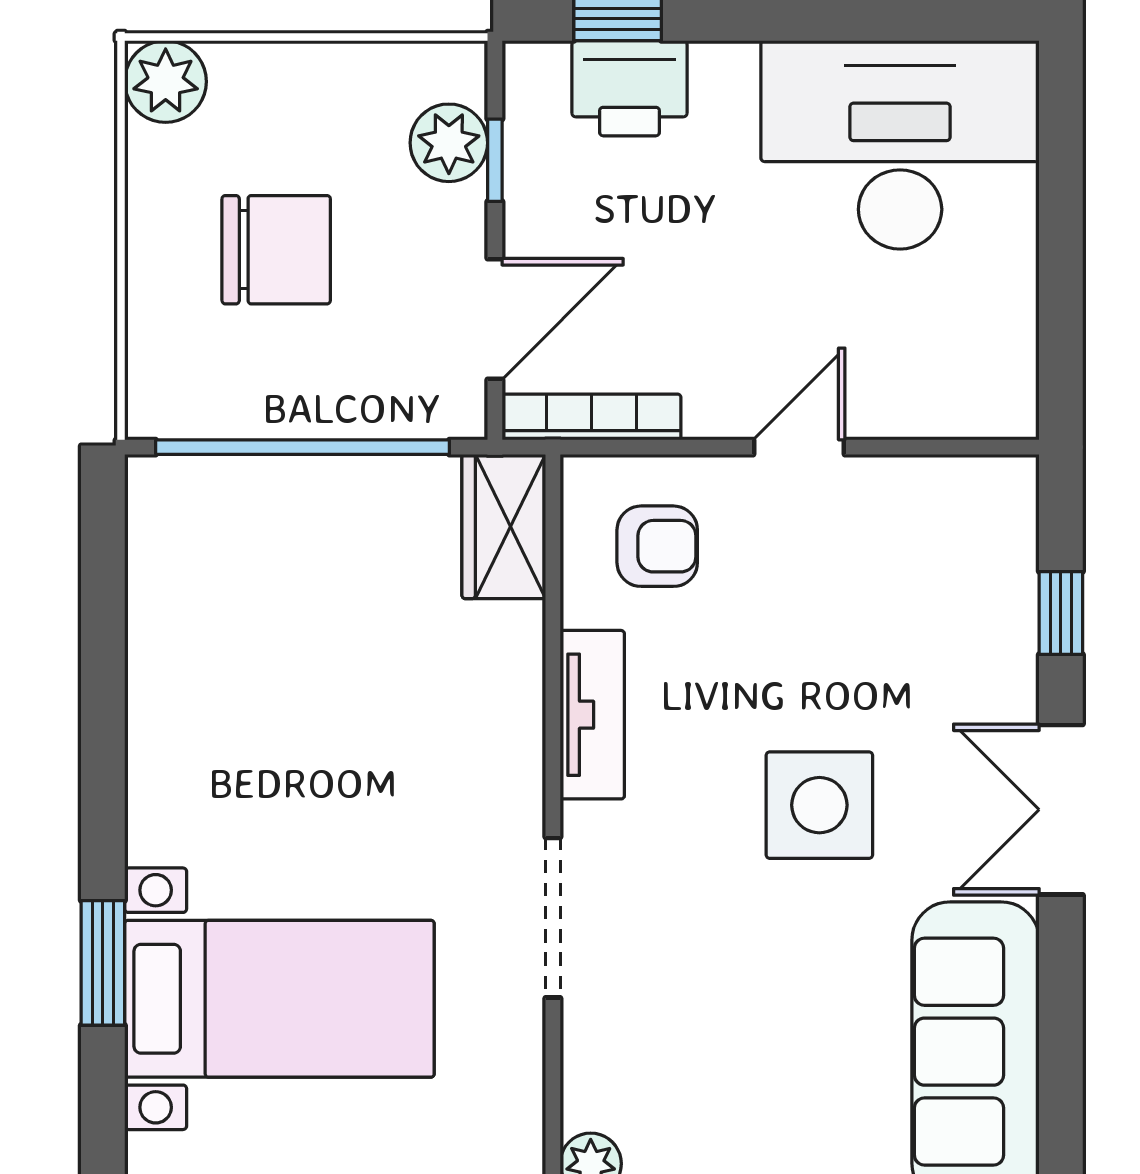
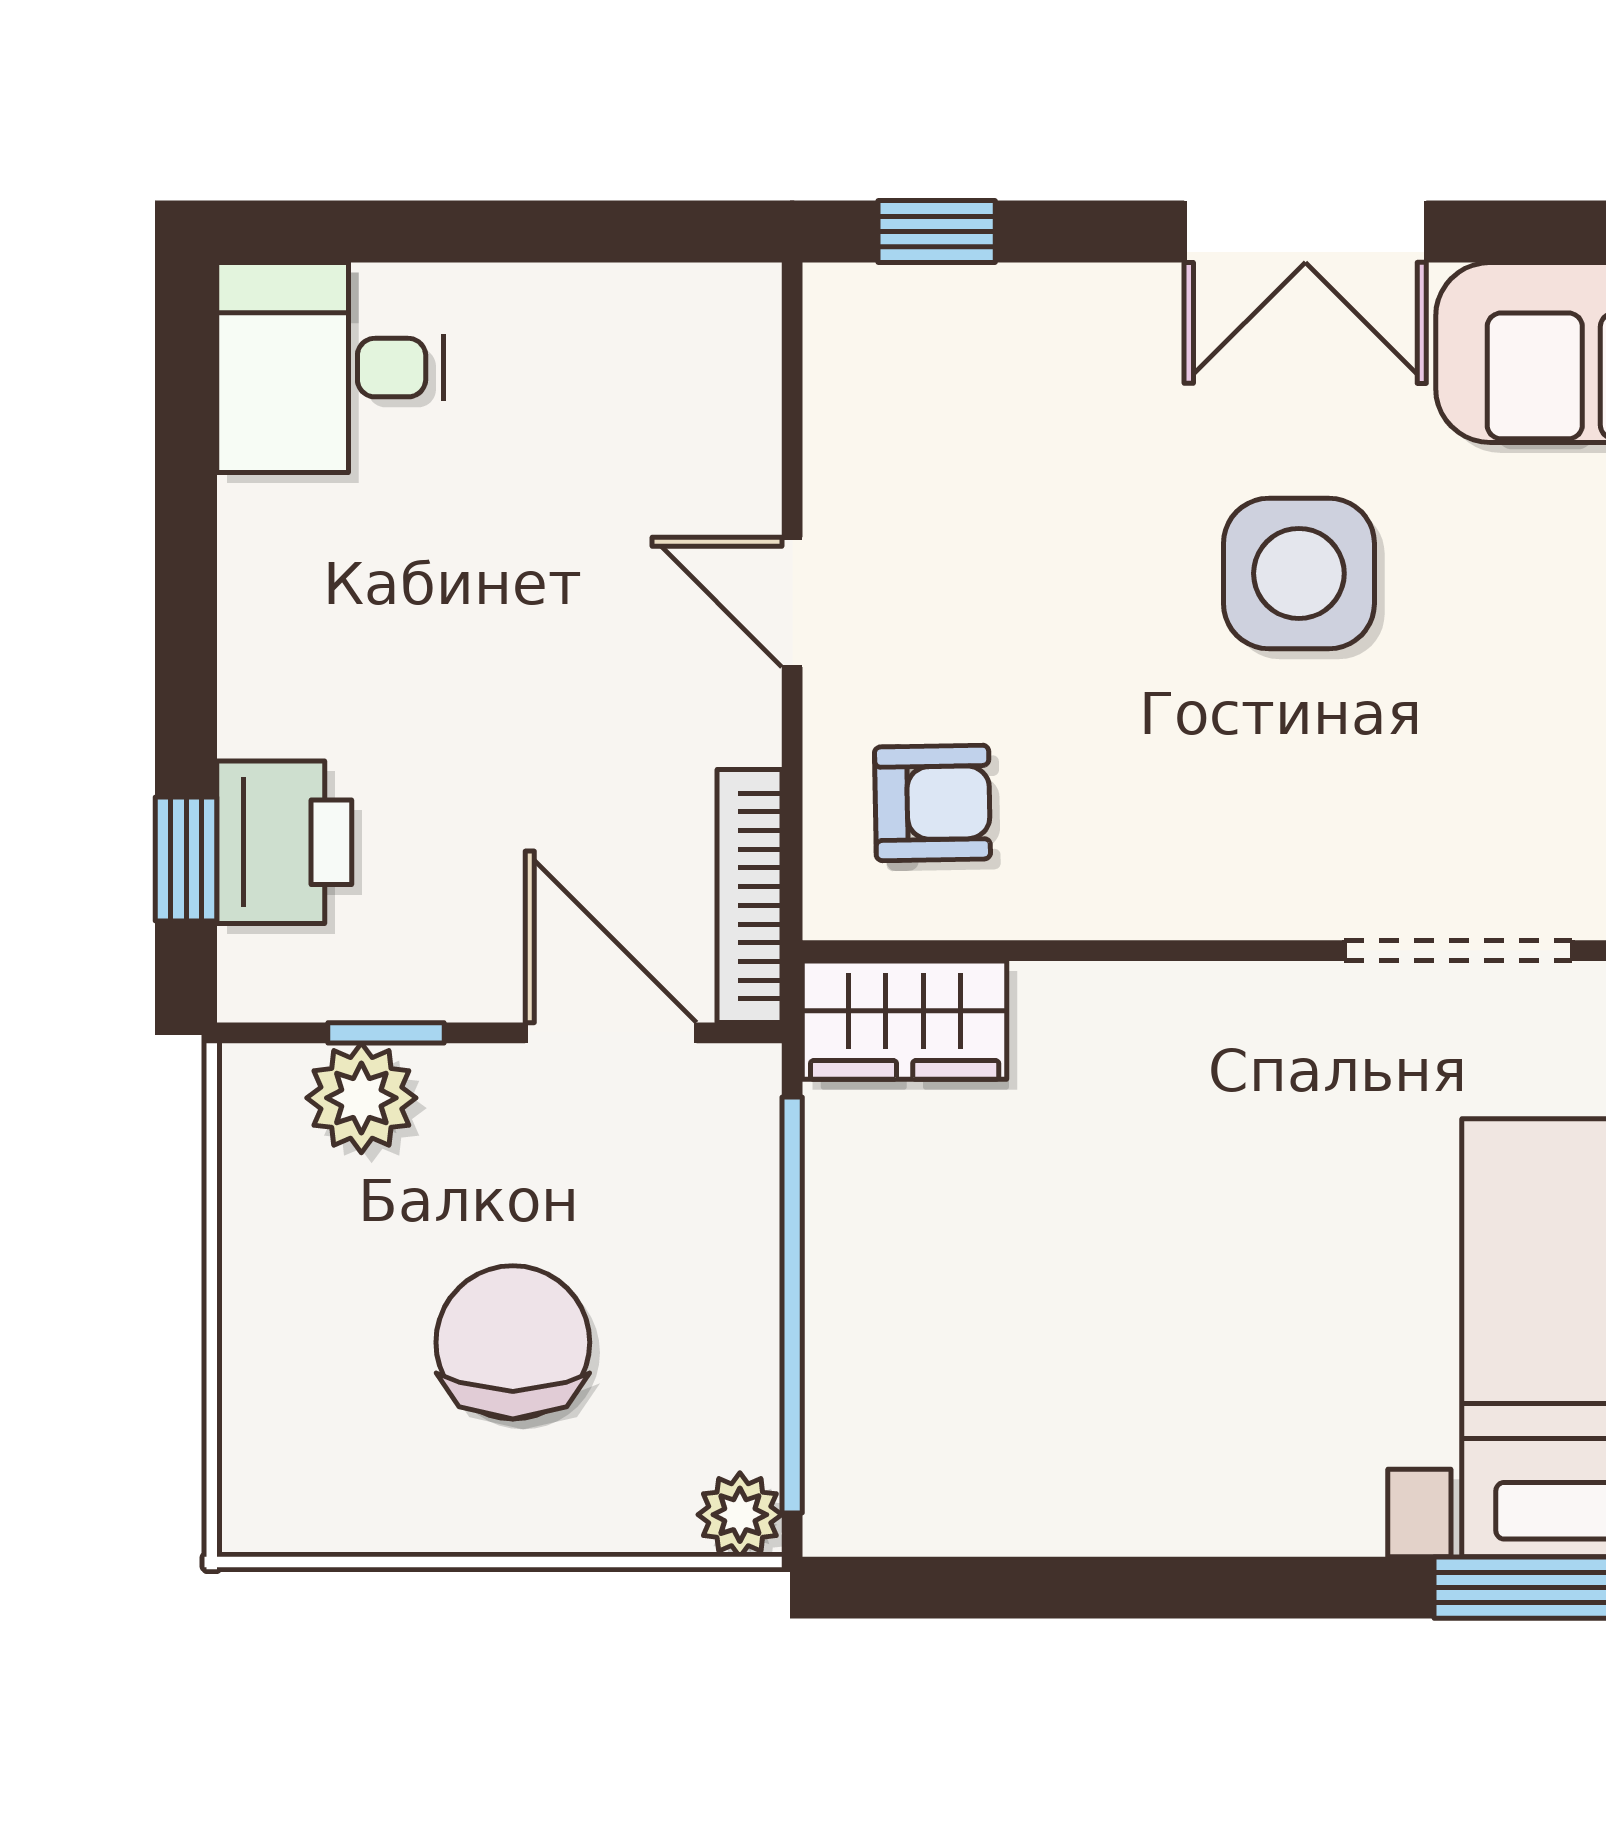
plant: (166, 82) -> (740, 1515), moved, width x0.73, depth x0.73
desk: (900, 145) -> (330, 368), width x0.53, depth x0.77
armchair: (657, 546) -> (932, 803), turned 89
window: (1061, 613) -> (937, 232), moved
tv unit: (592, 715) -> (1171, 895), removed

